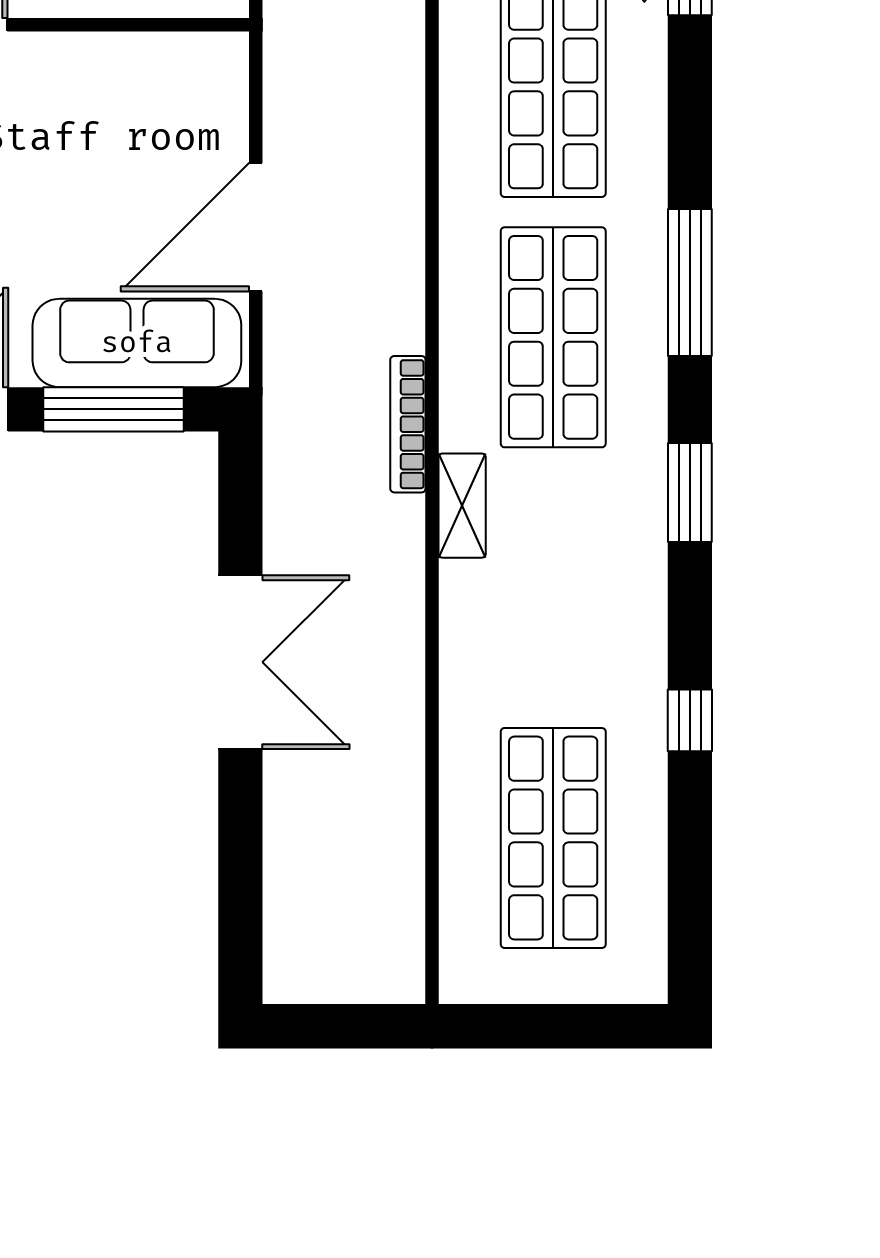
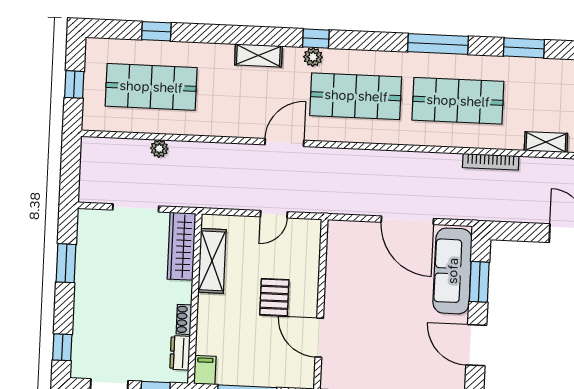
window: (114, 409) -> (479, 282), width x0.69
shelving: (462, 506) -> (546, 142), moved

